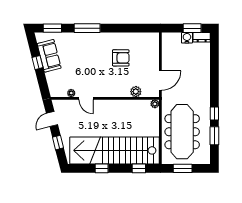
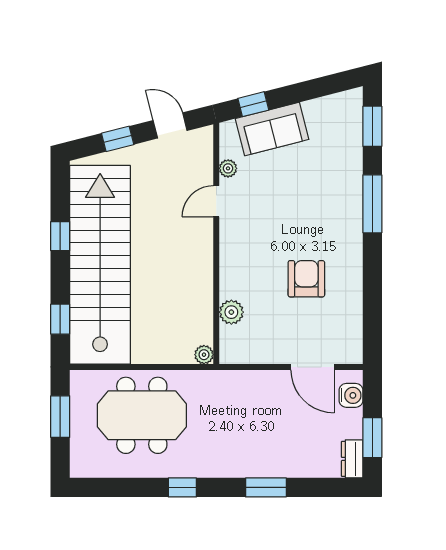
water cooler: (187, 38) -> (351, 395), moved
sofa: (49, 56) -> (272, 129), moved
armchair: (121, 58) -> (306, 279), turned 180
window: (38, 63) -> (253, 104), moved
door: (160, 81) -> (312, 367), moved
meeting table: (182, 132) -> (142, 415), width x0.73
window: (214, 136) -> (266, 487), moved

